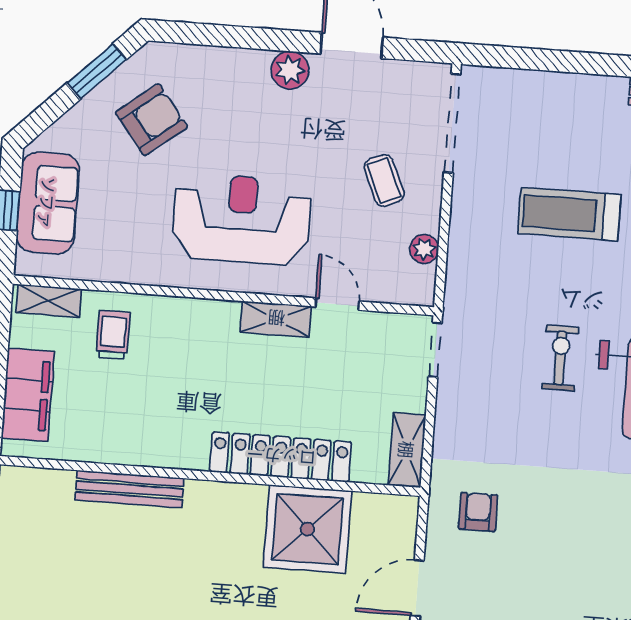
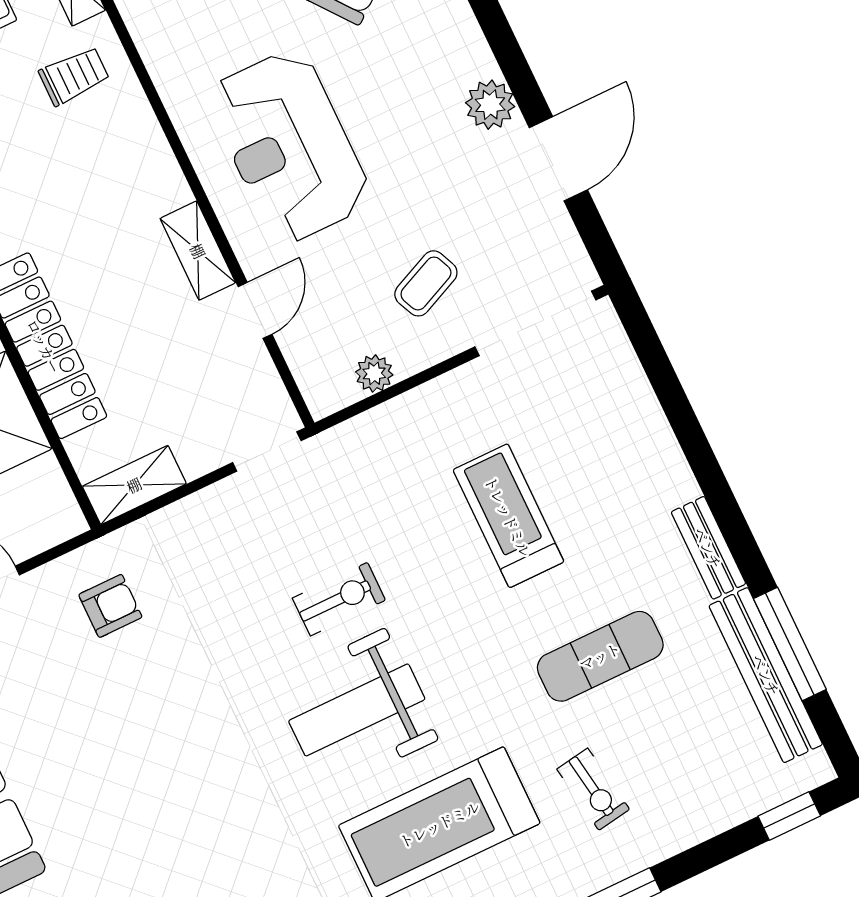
reception desk: (241, 219) -> (289, 146), turned 180

